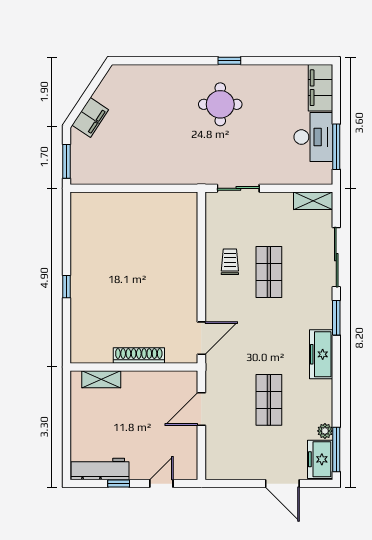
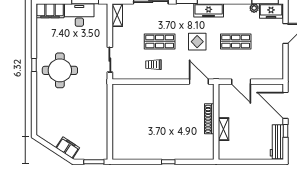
round table: (220, 104) -> (60, 70), width x1.36, depth x1.36
display table: (269, 335) -> (197, 42), added
shelving: (101, 379) -> (223, 129), moved
door: (161, 484) -> (285, 105), width x1.88

